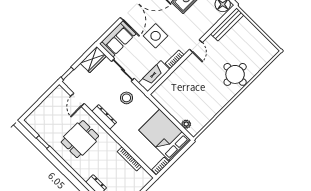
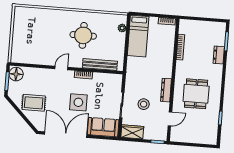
bench: (227, 24) -> (100, 65), moved
round table: (235, 74) -> (83, 35), moved
fireplace: (154, 76) -> (107, 79), removed
stool: (126, 98) -> (144, 104), moved
bed: (165, 135) -> (138, 36), width x0.67
dining table: (80, 139) -> (196, 94), turned 90

